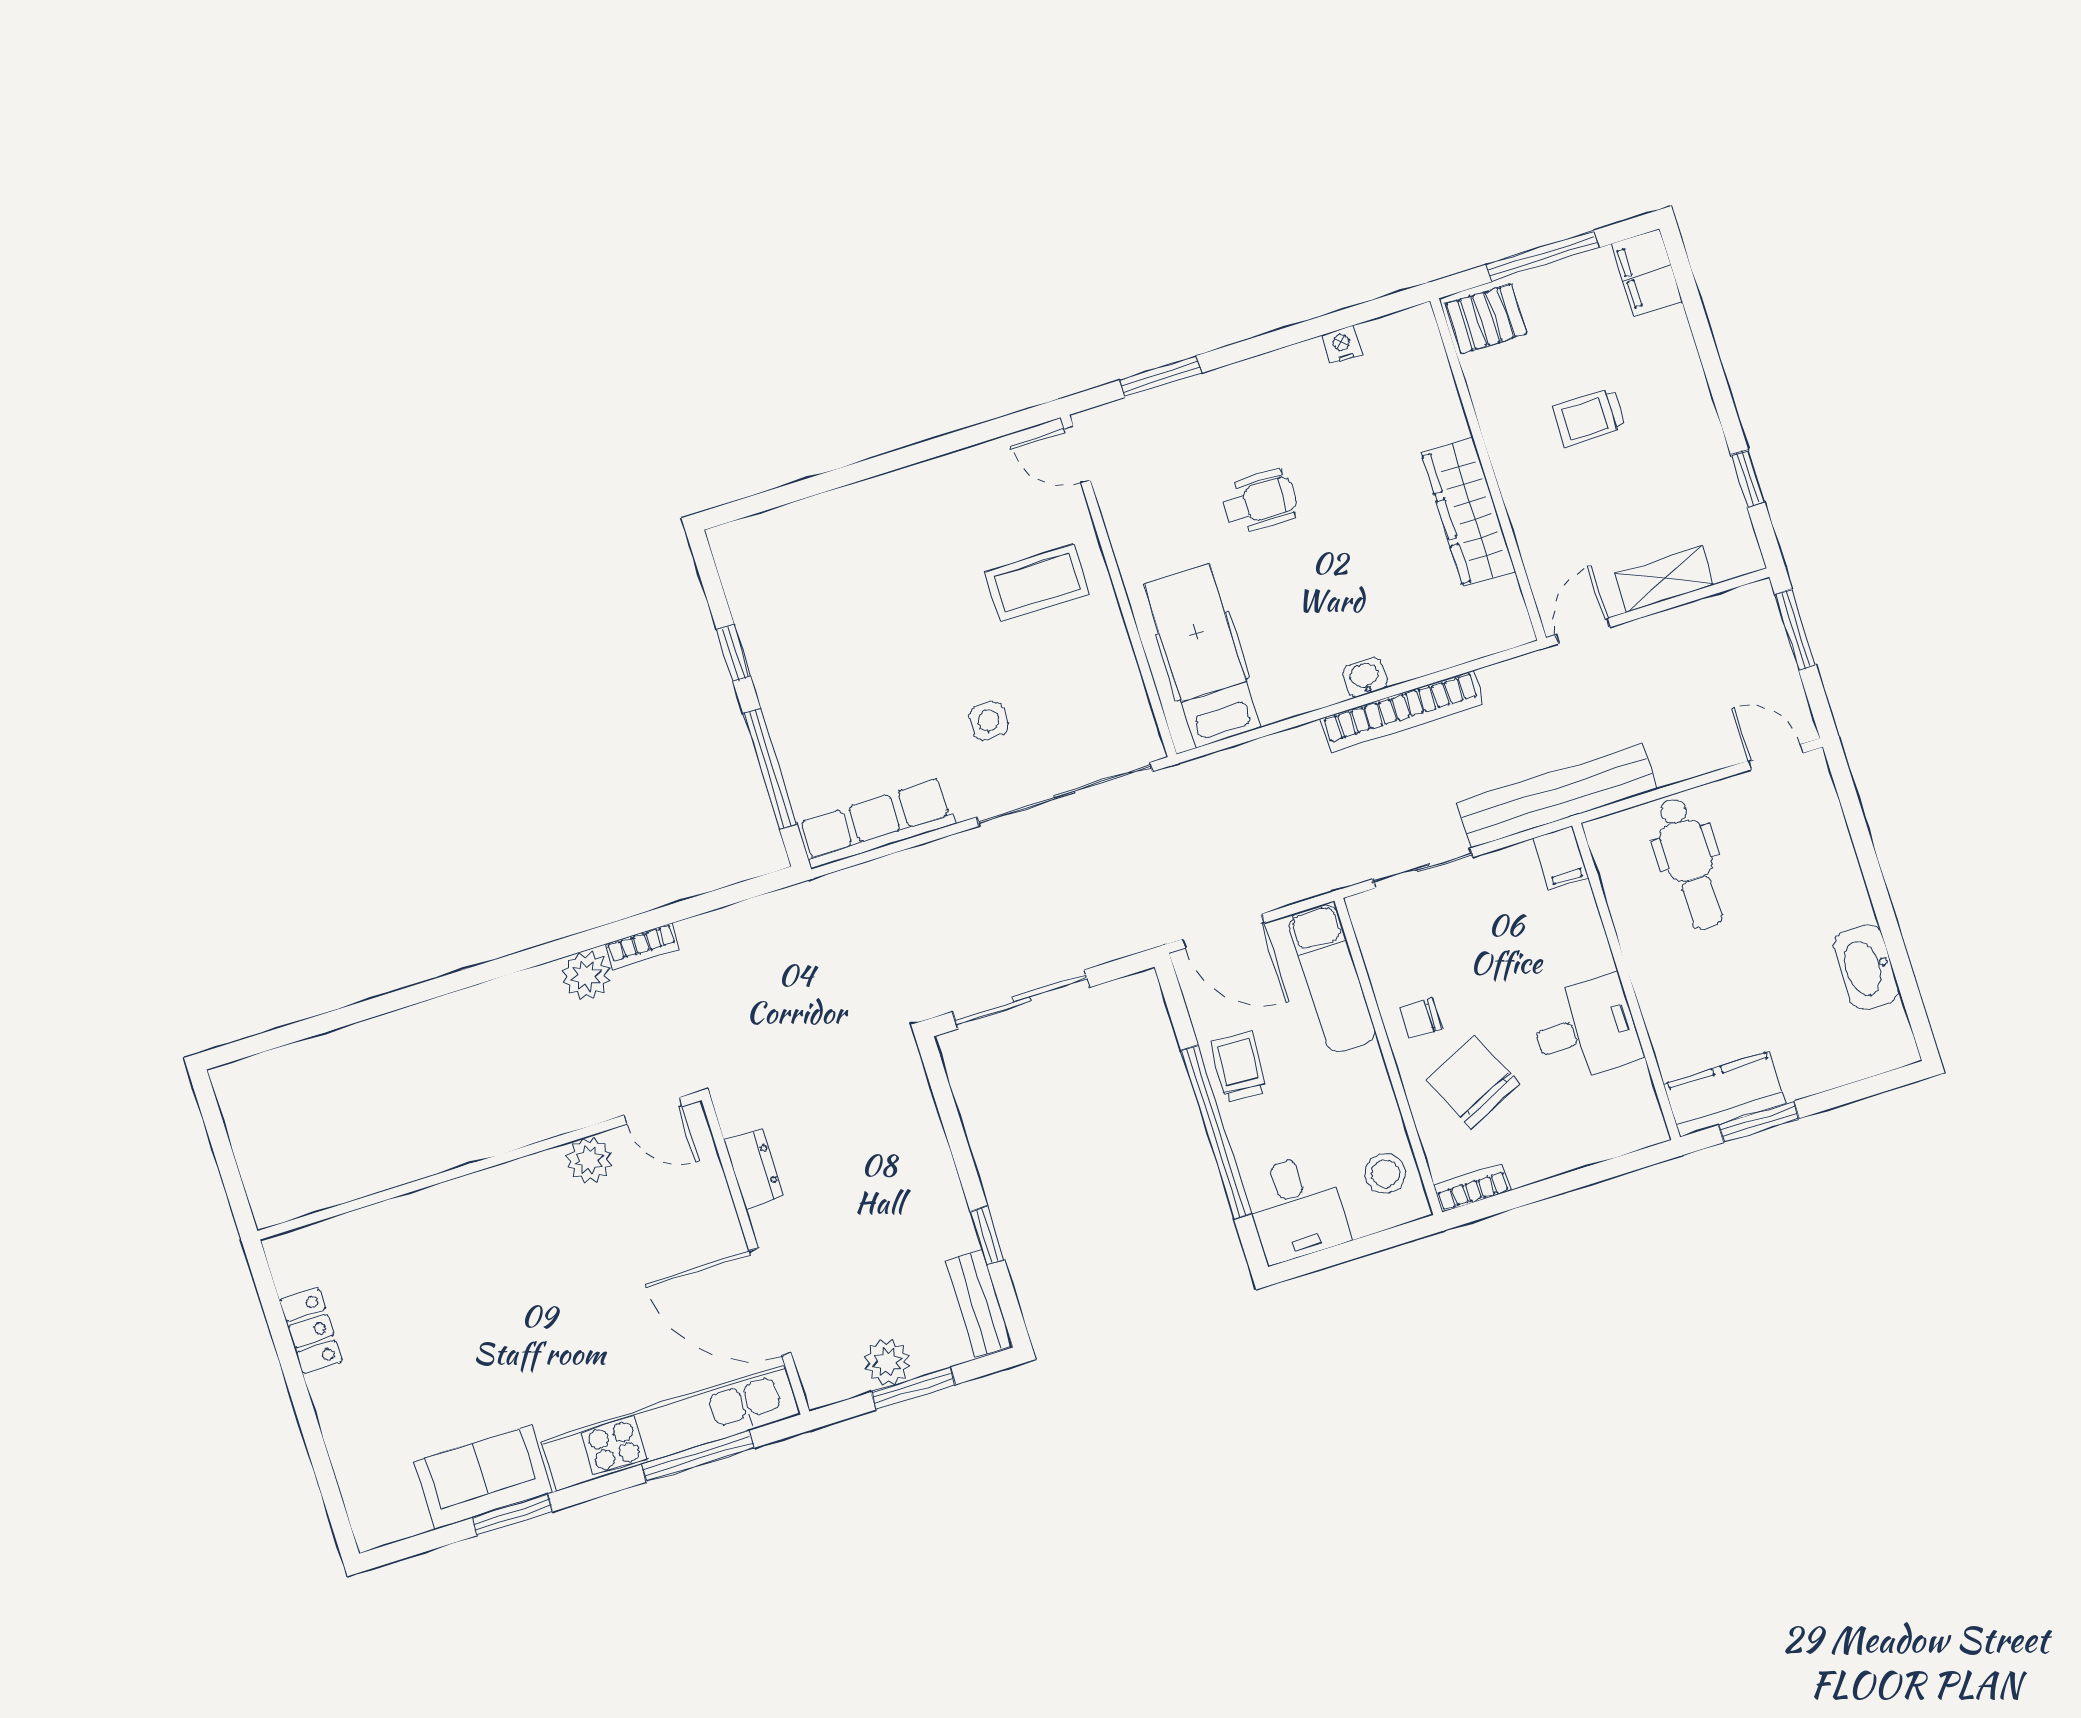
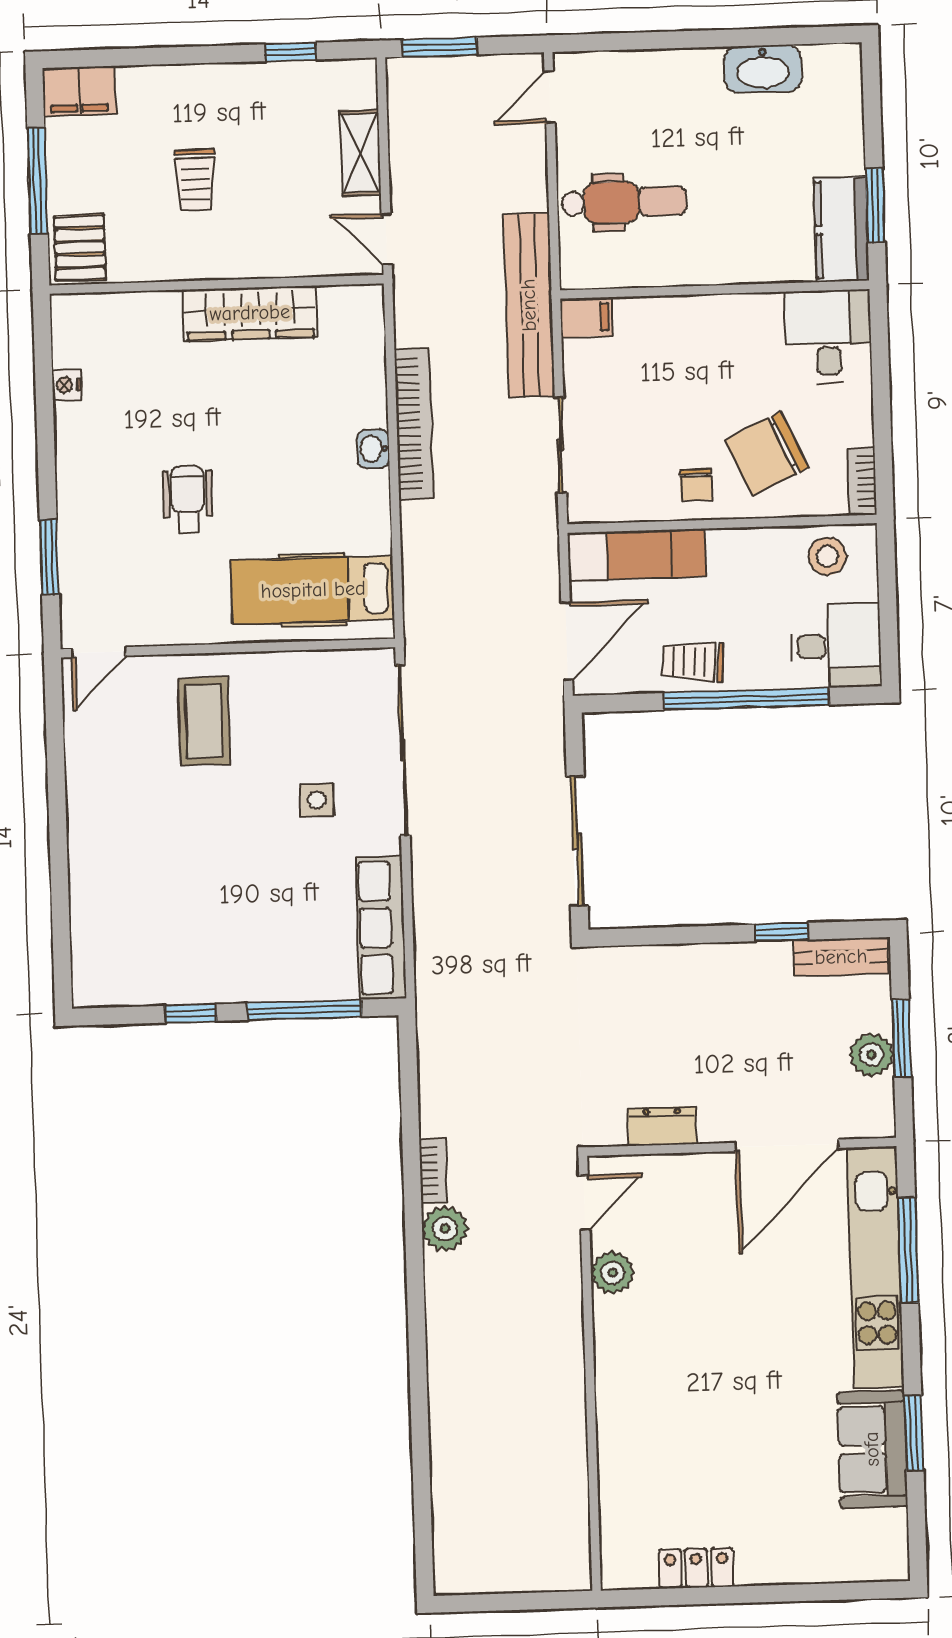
desk: (1585, 1029) -> (828, 336), moved

